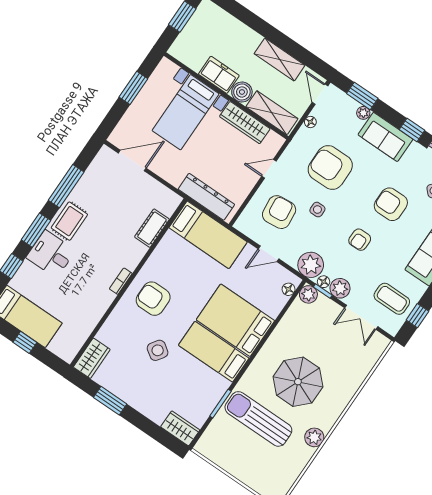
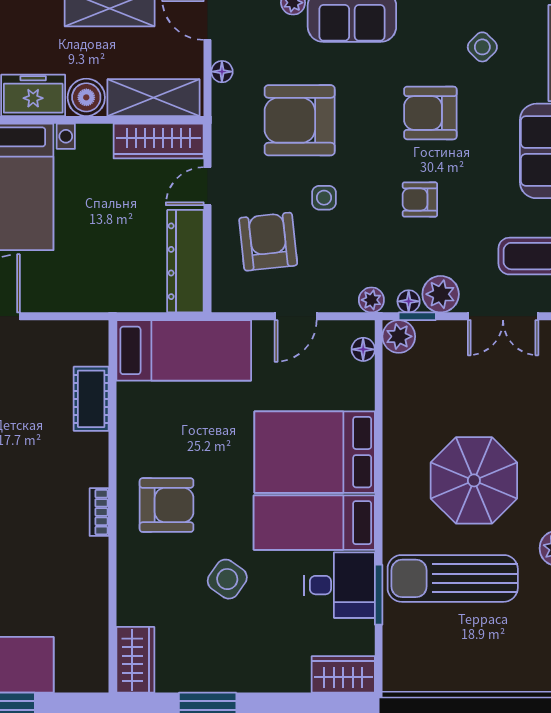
wardrobe: (245, 123) -> (159, 141), moved
dresser: (206, 197) -> (185, 261), moved, turned -90
armchair: (360, 240) -> (420, 200), turned 90
plant: (311, 265) -> (371, 300), width x0.53, depth x0.53
armchair: (153, 299) -> (167, 505), turned 180
desk: (206, 387) -> (340, 585), added

